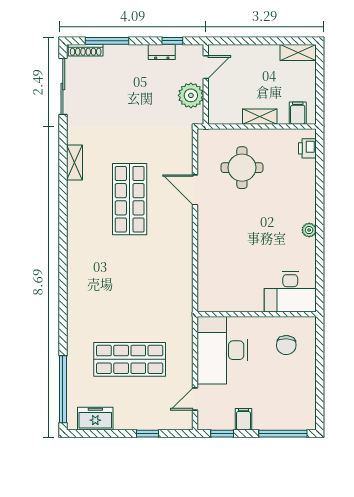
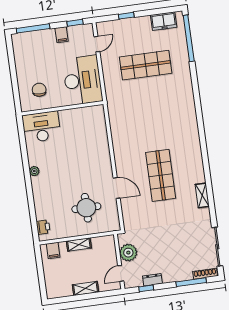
shelving: (298, 53) -> (85, 288), moved

